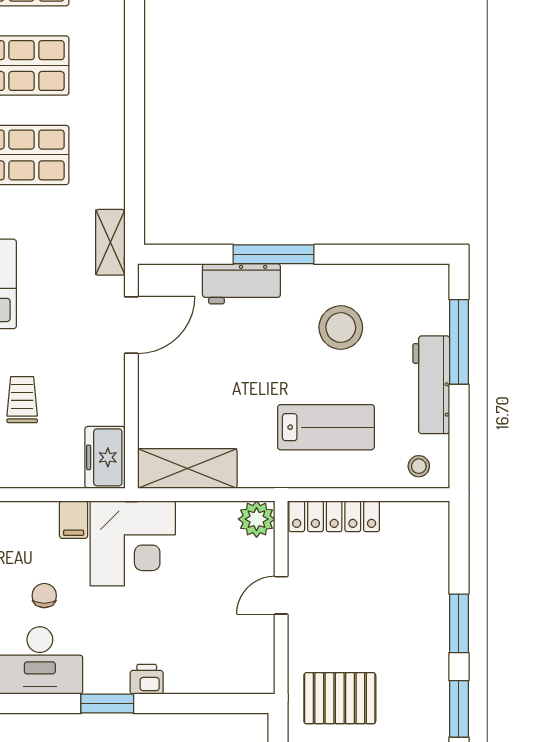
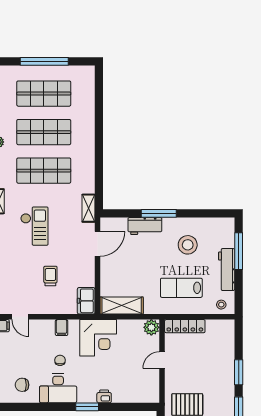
lab bench: (326, 427) -> (181, 288), turned 180
filing cabinet: (74, 520) -> (62, 328), moved

